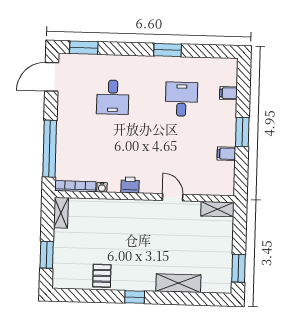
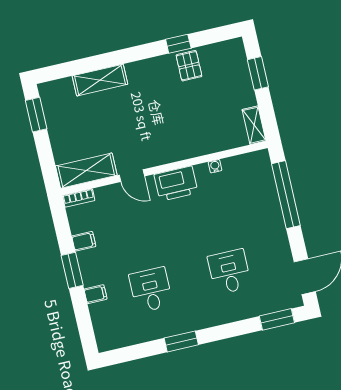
filing cabinet: (228, 93) -> (95, 294), moved
desk: (181, 99) -> (151, 290), turned 180
printer: (130, 185) -> (176, 184), width x1.87, depth x1.48
bookcase: (75, 186) -> (79, 198), moved, width x0.64
shelving: (217, 209) -> (86, 171), width x1.50, depth x1.33
window: (135, 297) -> (178, 44), moved

